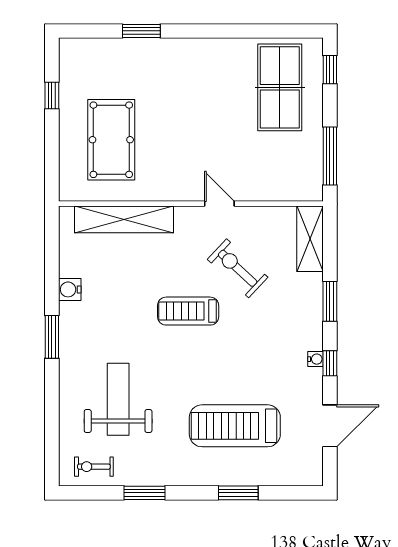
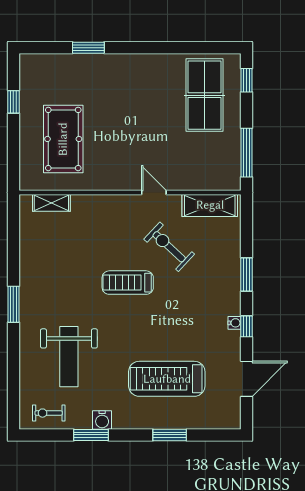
shelving: (124, 219) -> (51, 203), width x0.45, depth x0.75
shelving: (310, 239) -> (210, 205), moved, turned 90
water cooler: (70, 289) -> (102, 420), moved, turned -90
weight bench: (118, 399) -> (69, 357), turned 180

